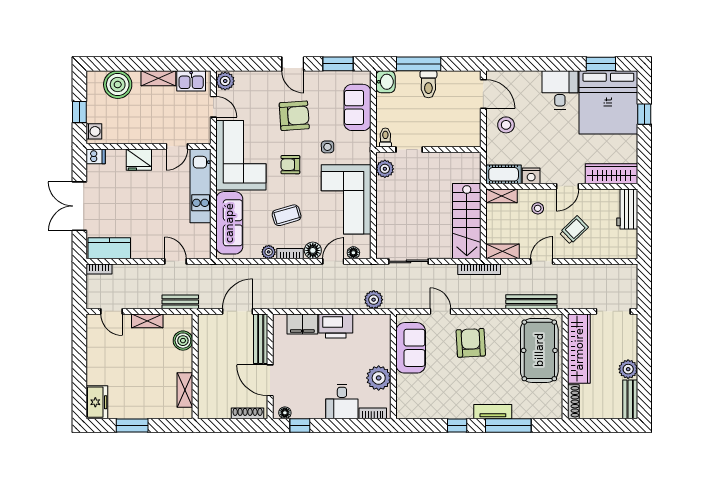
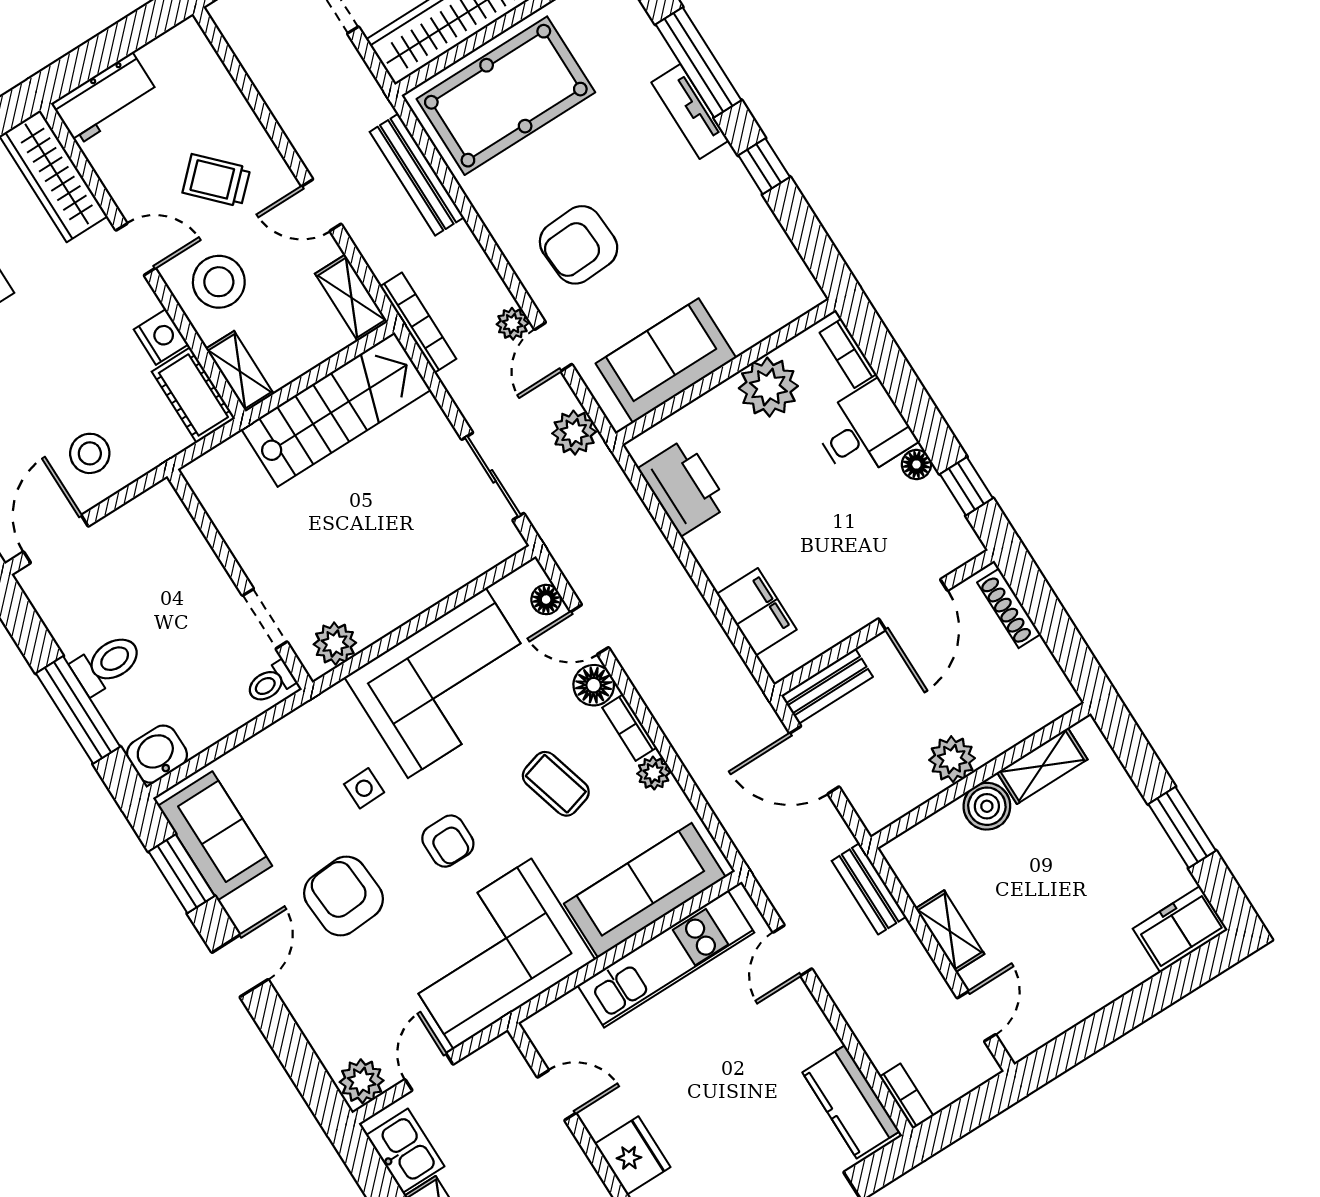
sofa: (358, 107) -> (215, 836), moved, turned -90
kitchen unit: (201, 186) -> (666, 959), moved
stool: (538, 208) -> (219, 282), width x1.89, depth x1.89
plant: (374, 300) -> (574, 433), moved
plant: (458, 302) -> (513, 324), added
printer: (336, 326) -> (683, 487), moved
bench: (261, 339) -> (827, 686), width x0.73
boiler: (183, 341) -> (987, 806), moved
plant: (207, 360) -> (952, 759), added
floor lamp: (285, 413) -> (916, 464), moved

